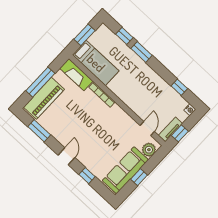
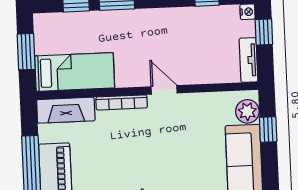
door: (147, 128) -> (164, 90), moved
window: (180, 133) -> (264, 32), moved
window: (139, 177) -> (268, 129), moved

